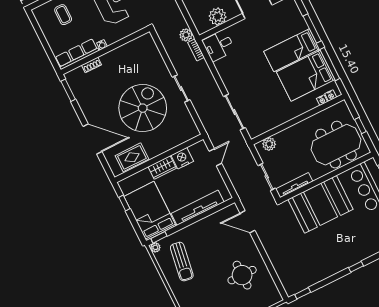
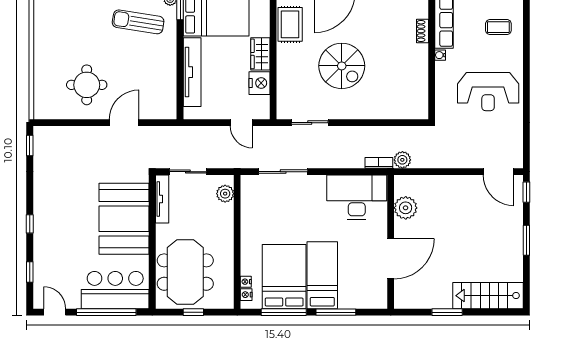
desk: (219, 46) -> (357, 197), width x1.87, depth x1.30
sliding door: (181, 88) -> (310, 123), moved
spiral stairs: (143, 108) -> (342, 66), width x0.73, depth x0.73
door: (248, 222) -> (124, 123), moved

